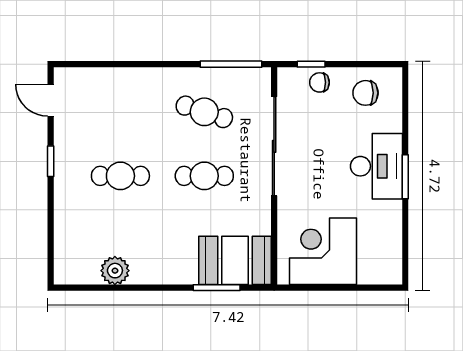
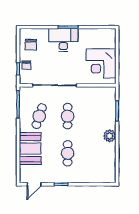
booth: (235, 260) -> (30, 149), moved
plant: (115, 271) -> (110, 136), moved

